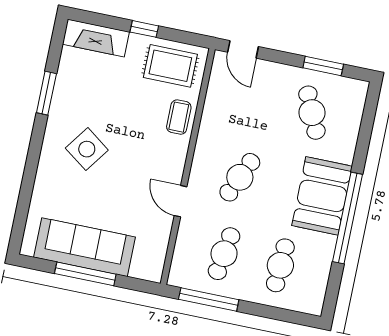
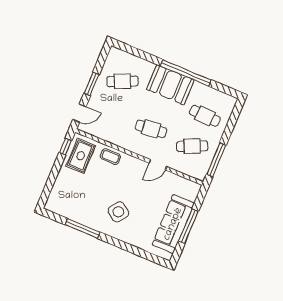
window: (144, 29) -> (65, 147), moved
fireplace: (96, 38) -> (57, 195), removed
window: (323, 66) -> (92, 84), moved
window: (46, 93) -> (83, 228), width x1.44
cafe table: (240, 177) -> (151, 129), turned -30
cafe table: (224, 254) -> (192, 146), turned -33

